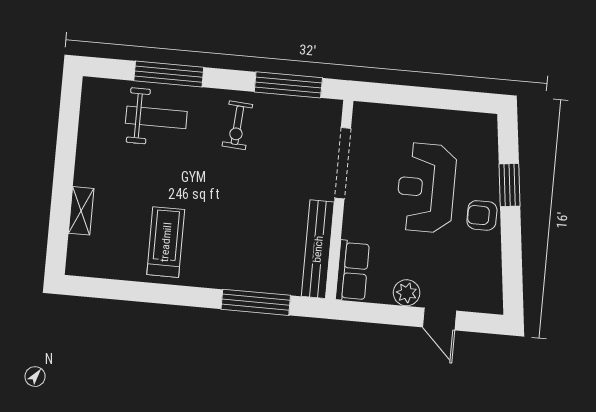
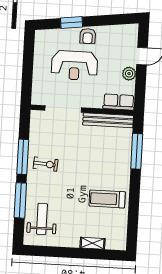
window: (288, 85) -> (23, 157), moved
weight bench: (156, 117) -> (42, 219), moved

